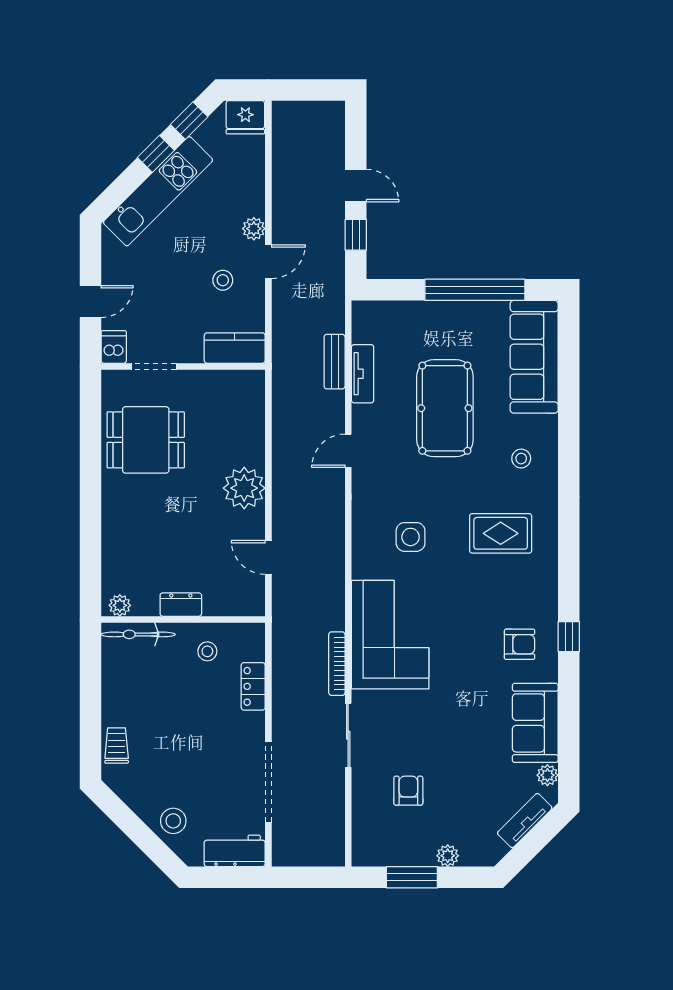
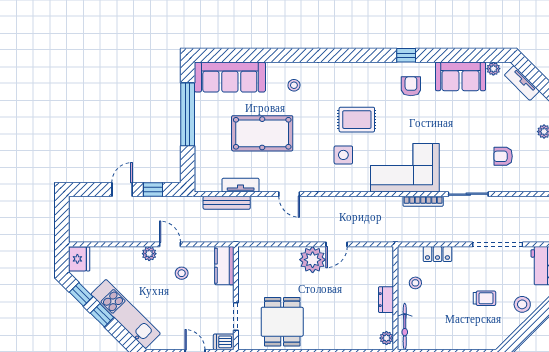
bench: (335, 362) -> (227, 203), width x1.36
rug: (501, 533) -> (357, 120), moved, turned 90
door: (268, 557) -> (336, 244), moved
trolley: (117, 746) -> (484, 298), moved, turned 180

